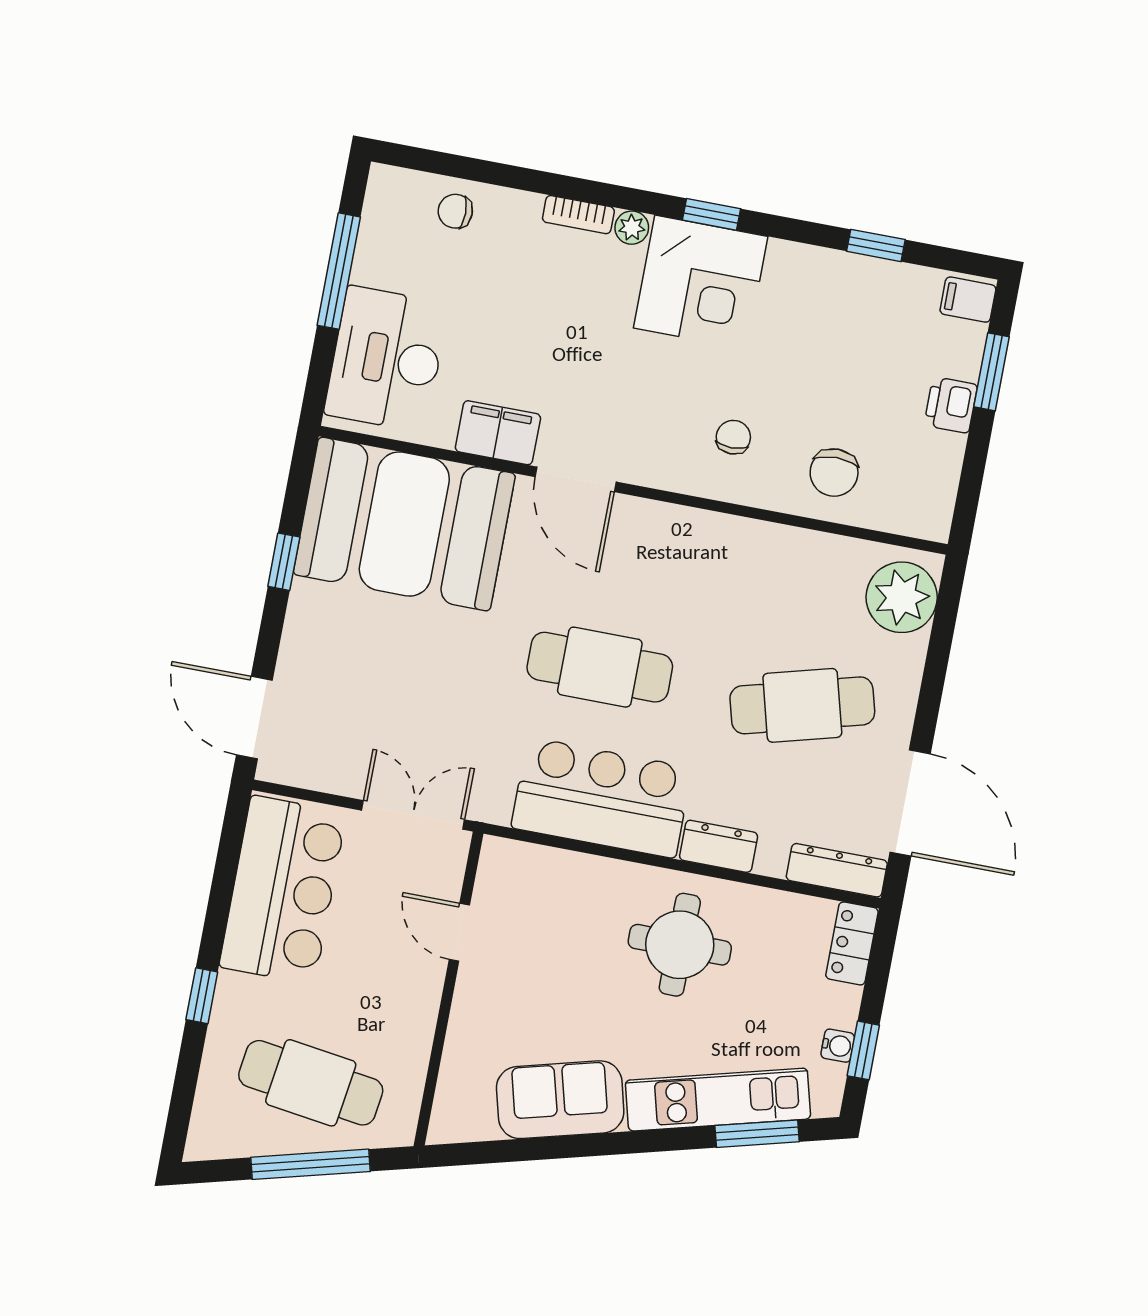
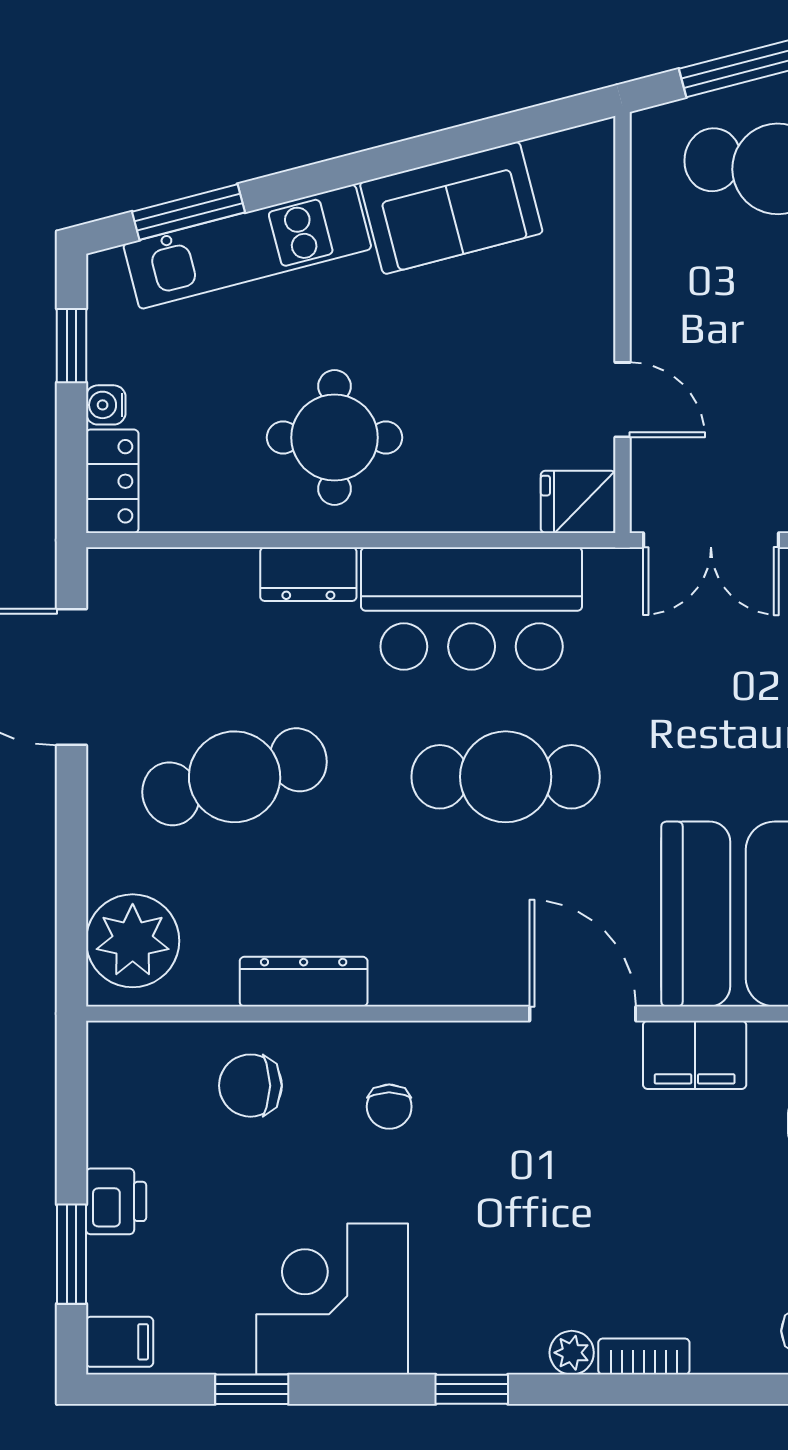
corner desk: (701, 282) -> (332, 1299), moved
chair: (834, 473) -> (250, 1086), turned -90
fridge: (507, 862) -> (578, 502), added
dresser: (837, 870) -> (304, 982), moved, turned 180
water cooler: (838, 1046) -> (106, 405), moved

